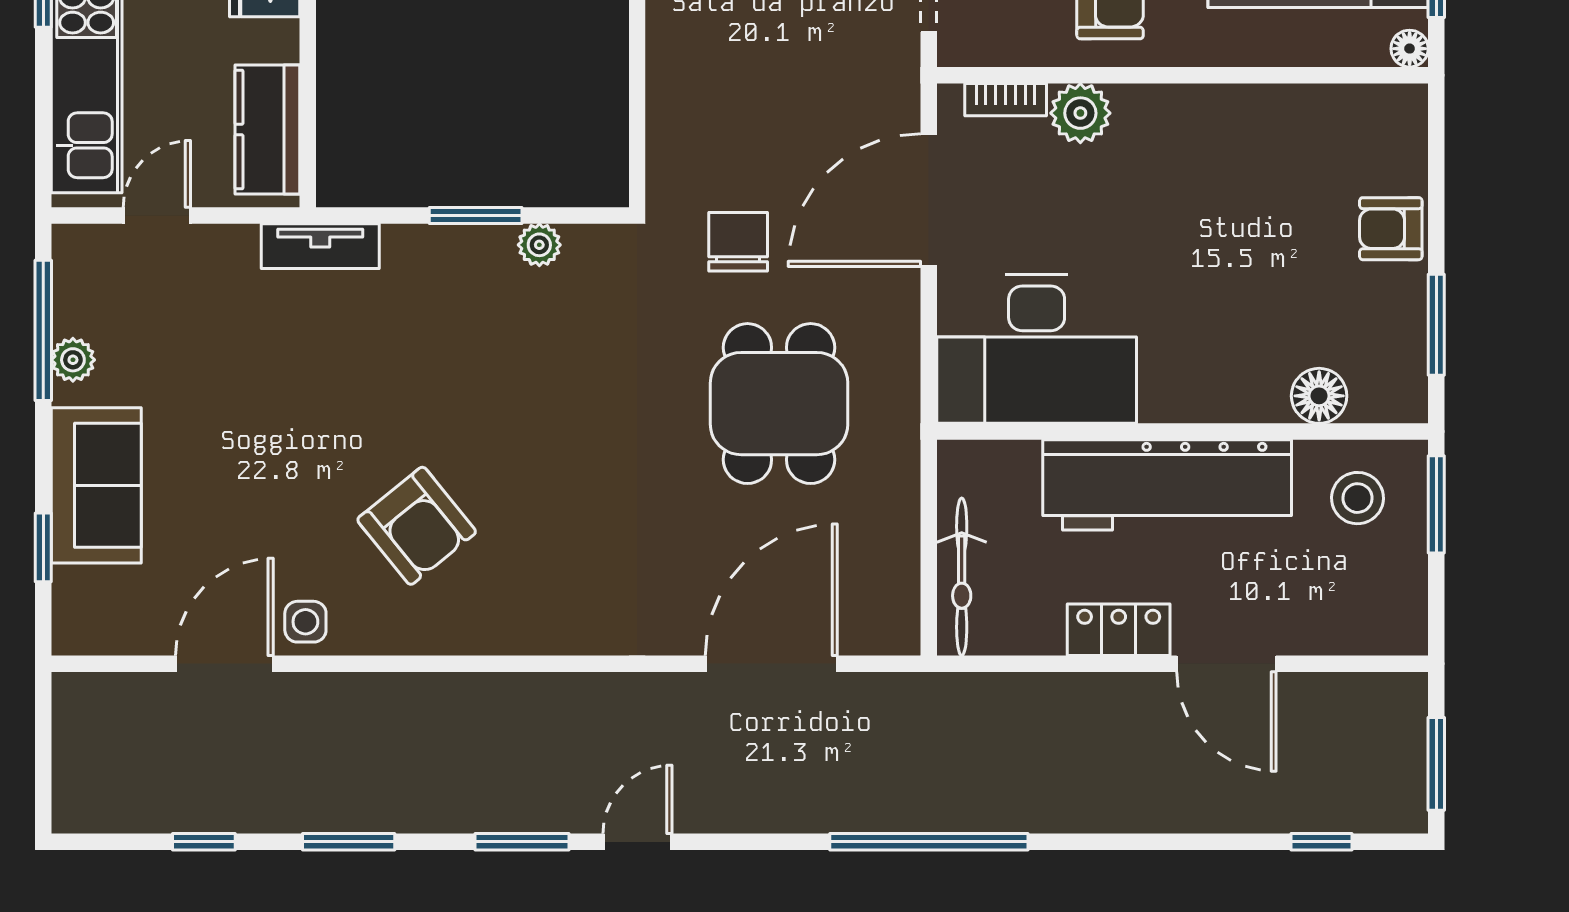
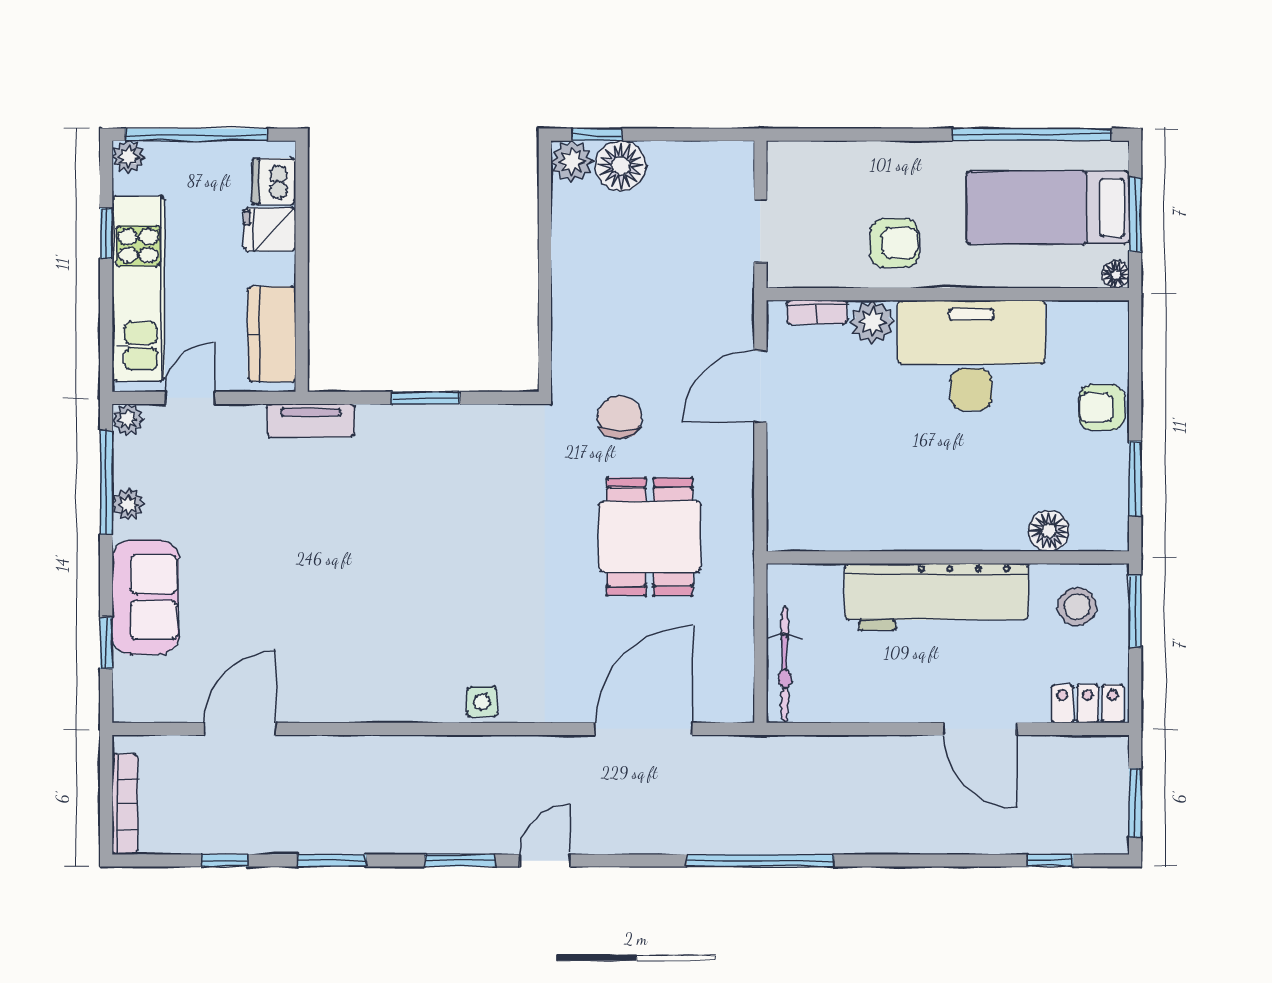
door: (929, 200) -> (760, 386), width x0.73
plant: (539, 245) -> (128, 419), moved
desk: (1037, 349) -> (971, 355), moved, turned 180
armchair: (417, 526) -> (382, 627), removed
side table: (305, 622) -> (482, 702), moved
locker: (1119, 630) -> (1087, 704), moved
bookcase: (69, 766) -> (125, 804), added

